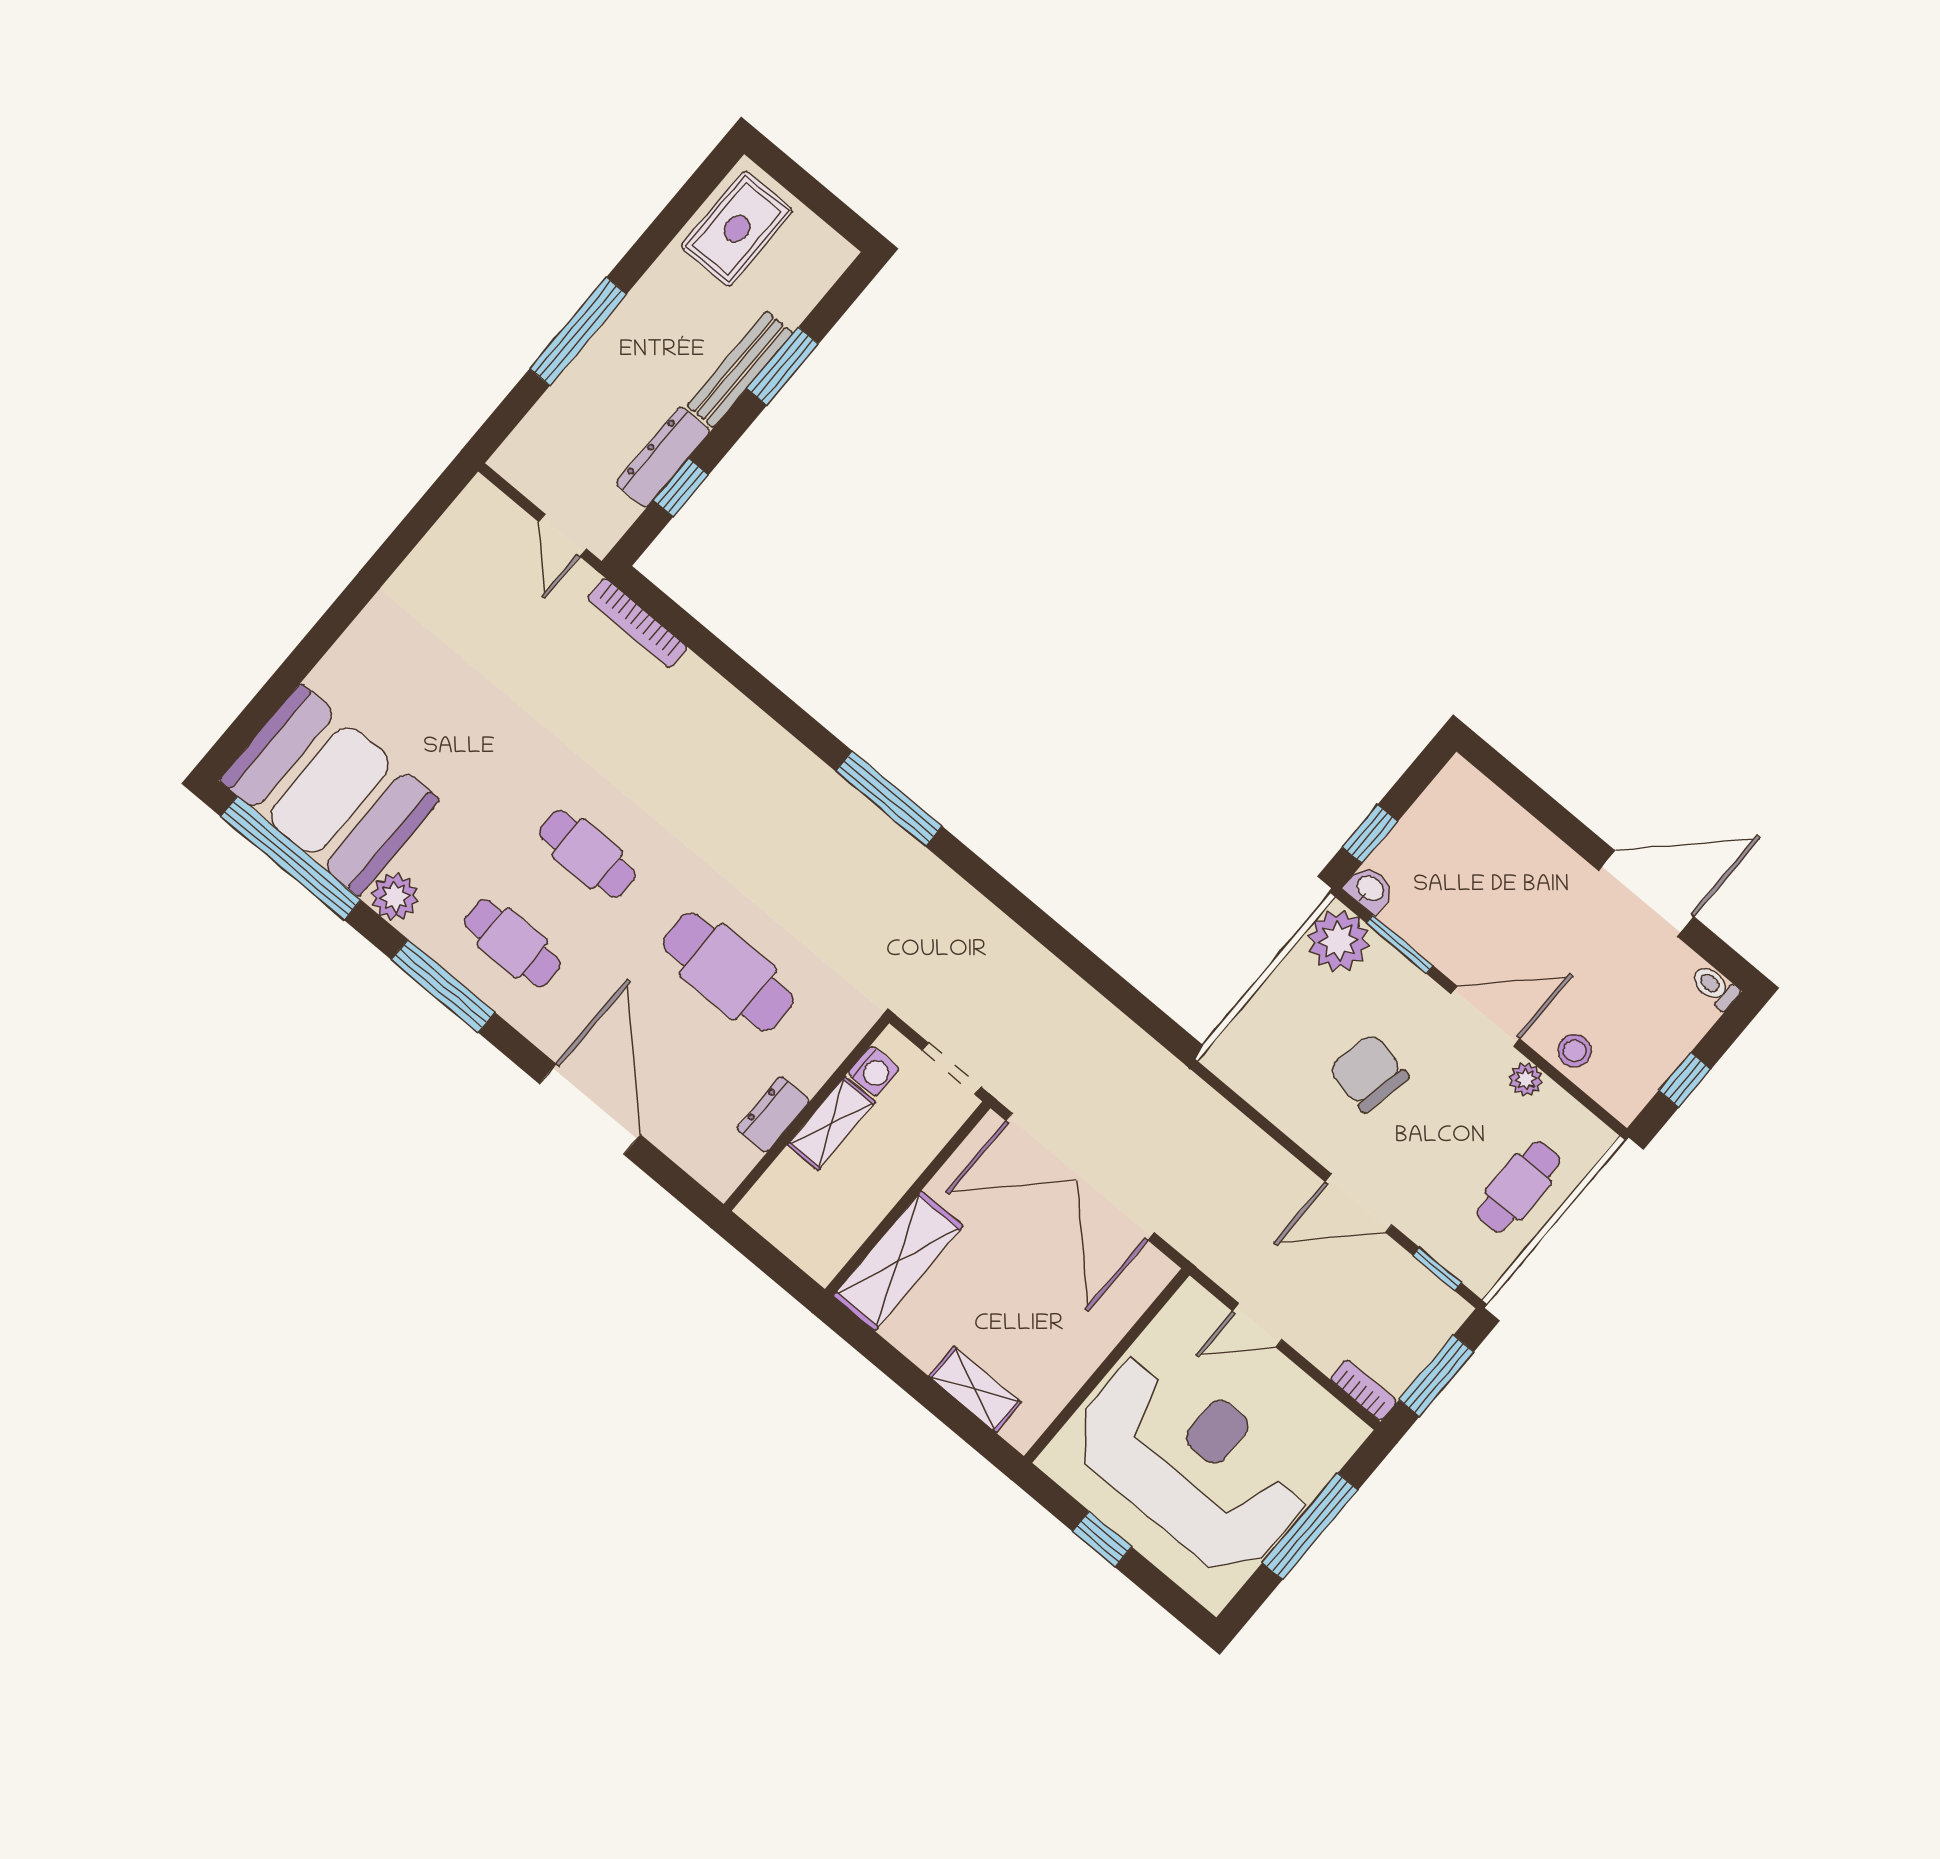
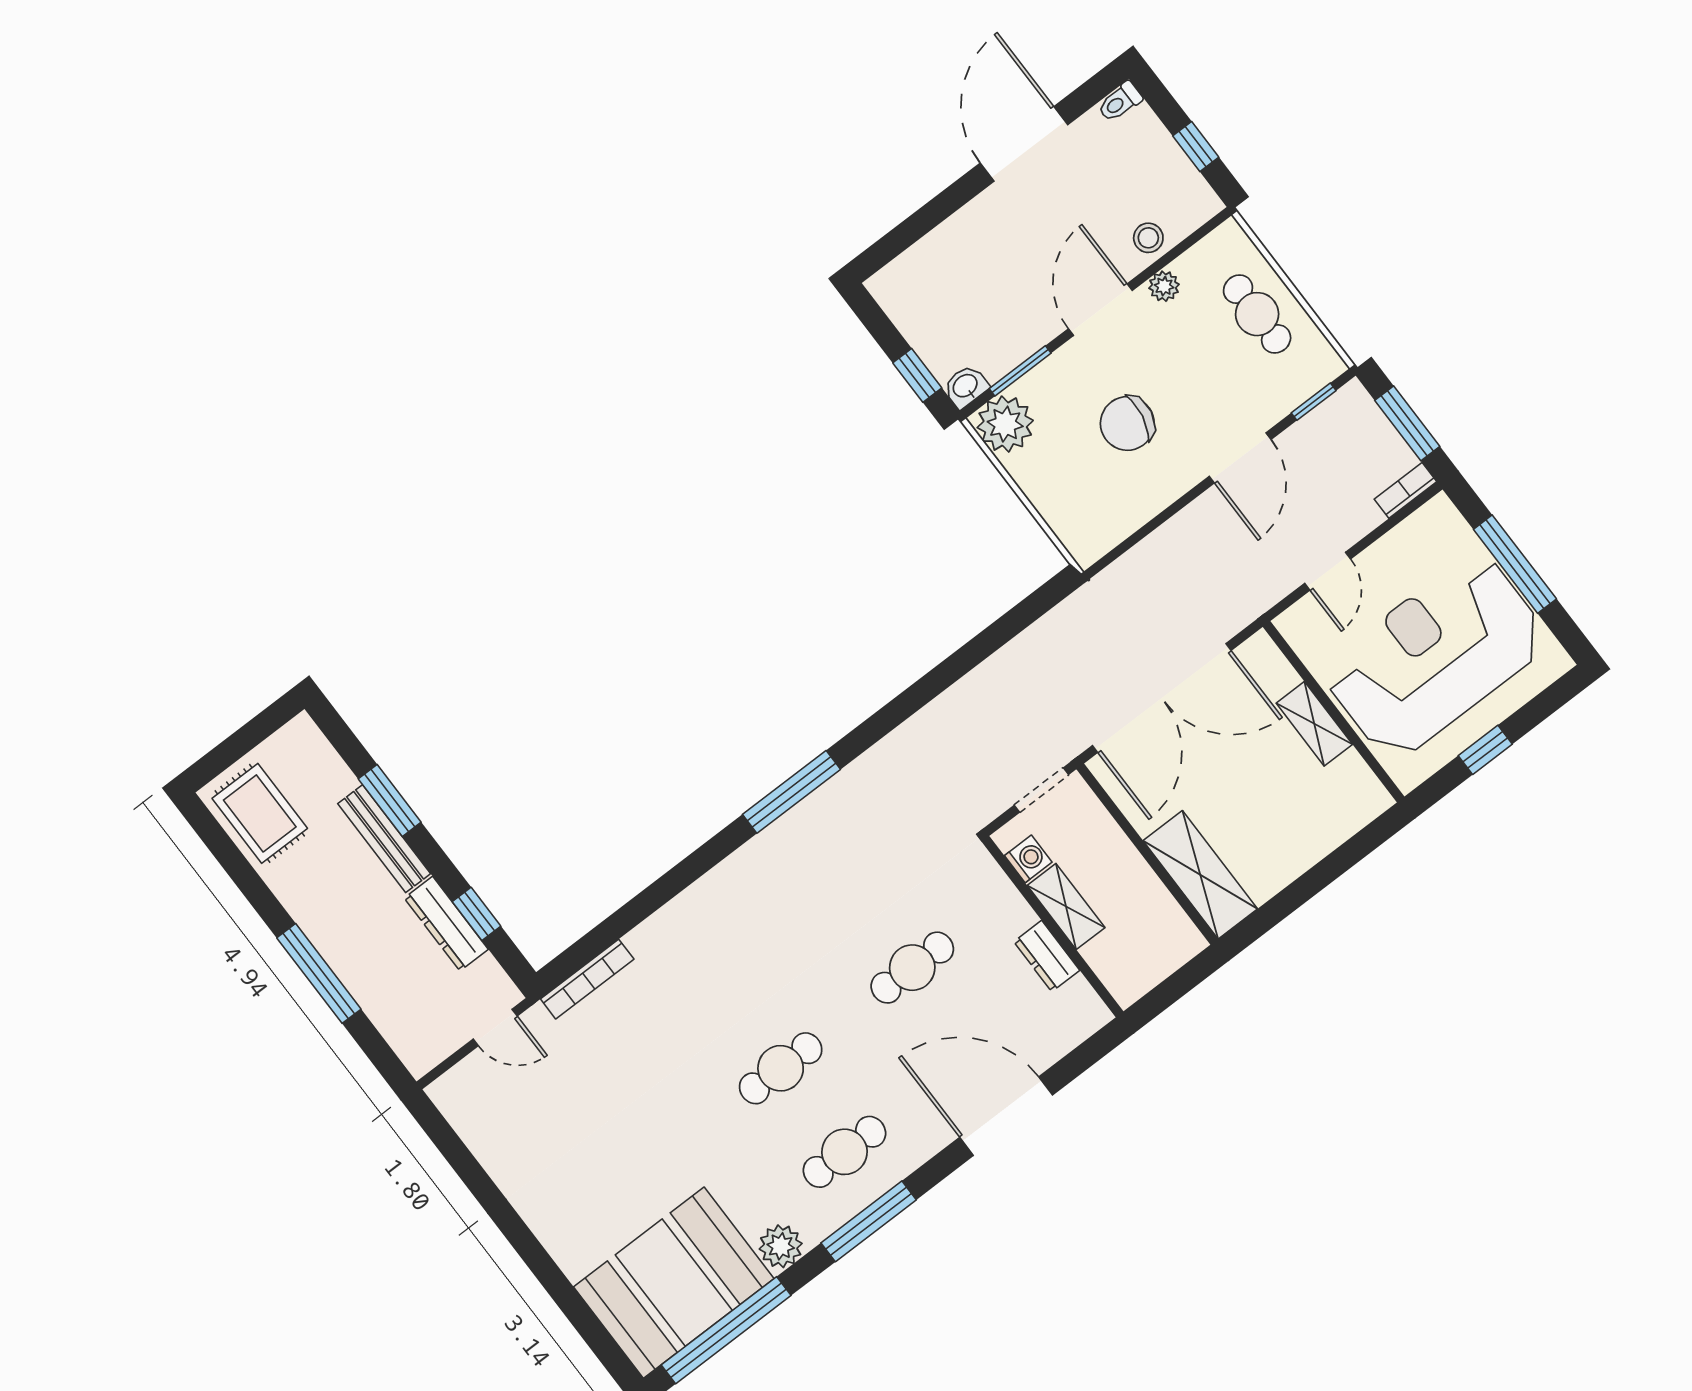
cafe table: (728, 972) -> (912, 968), width x0.73, depth x0.74
shelving: (975, 1389) -> (1314, 724), moved, turned 90

